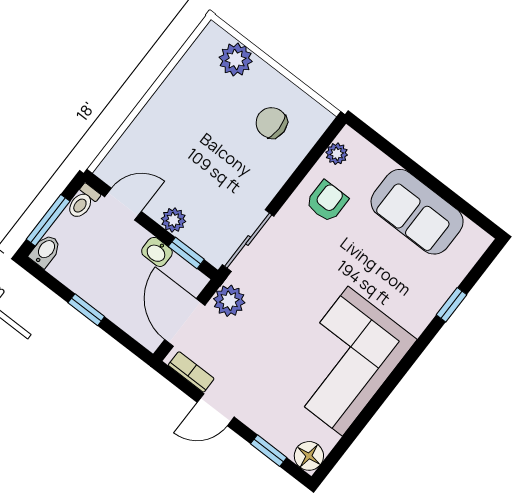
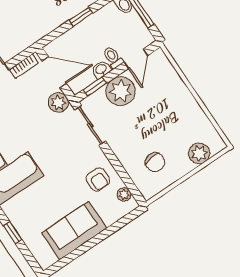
chair: (272, 123) -> (155, 162), turned 82
toilet: (83, 202) -> (113, 57), moved
plant: (174, 220) -> (121, 91), width x1.88, depth x1.88

